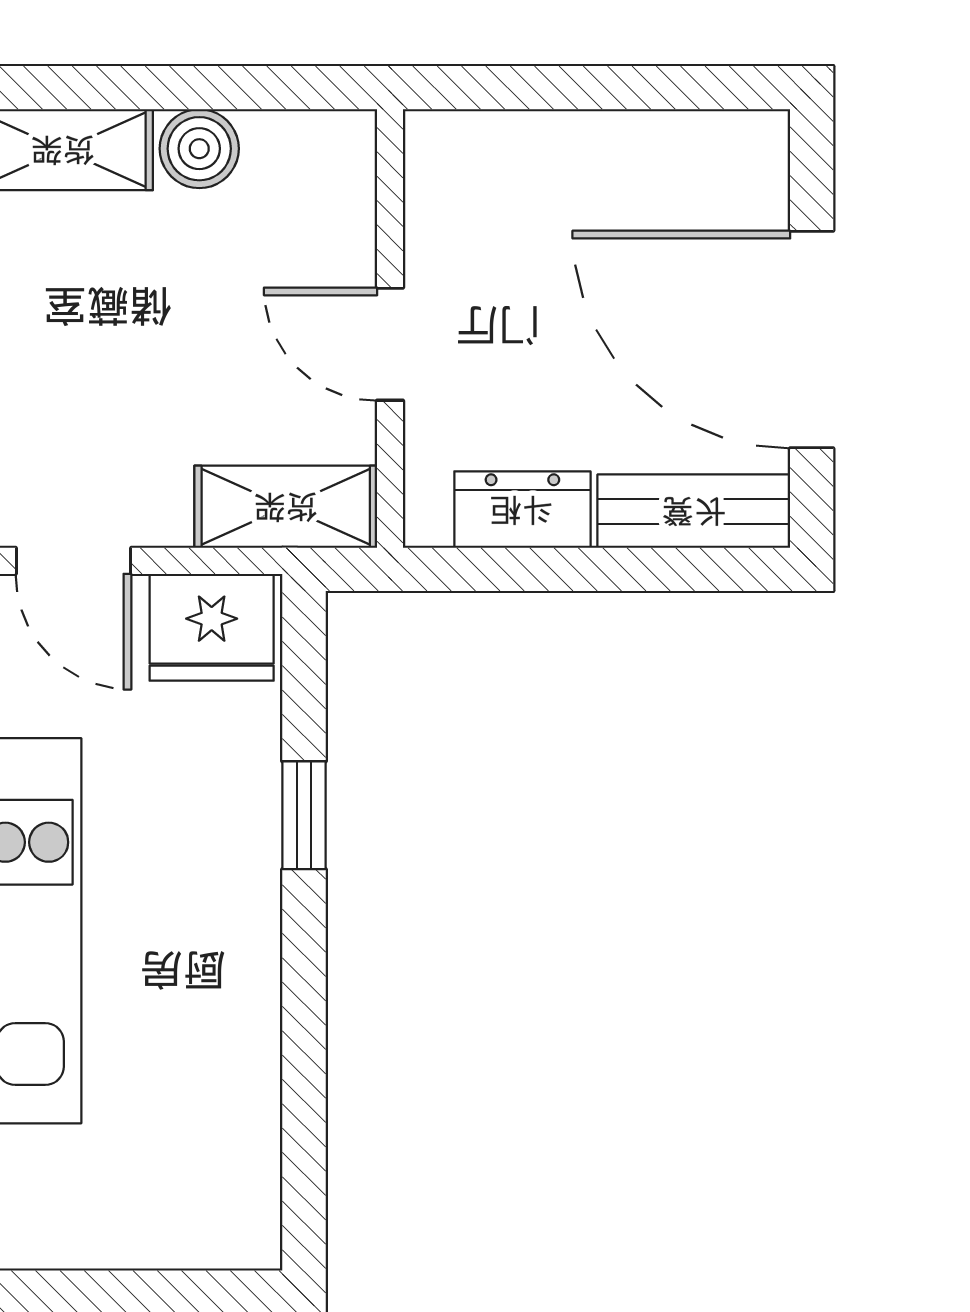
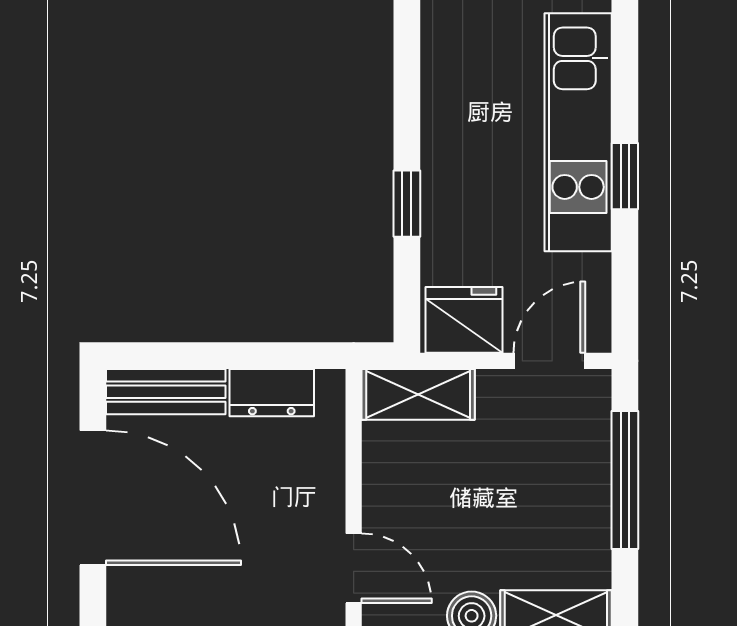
door: (390, 344) -> (354, 568), moved
door: (73, 561) -> (549, 361), hinge flipped

